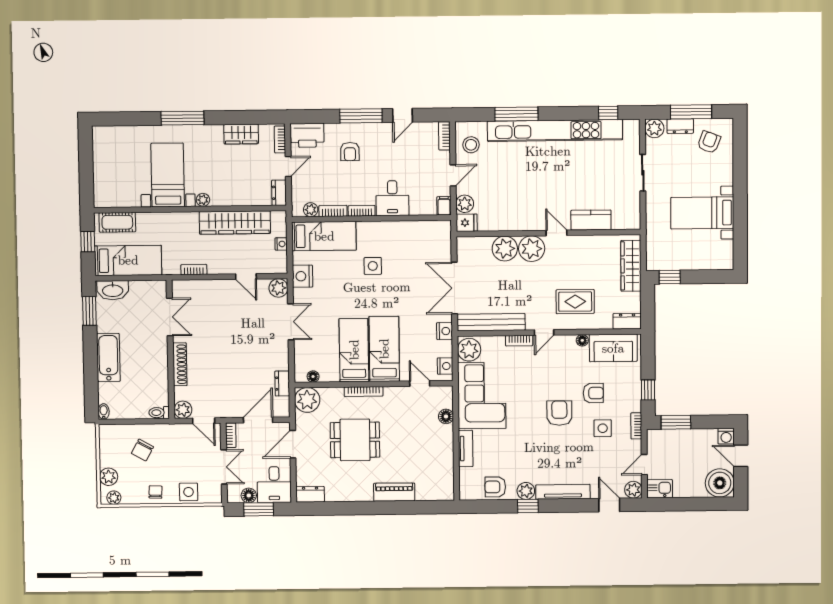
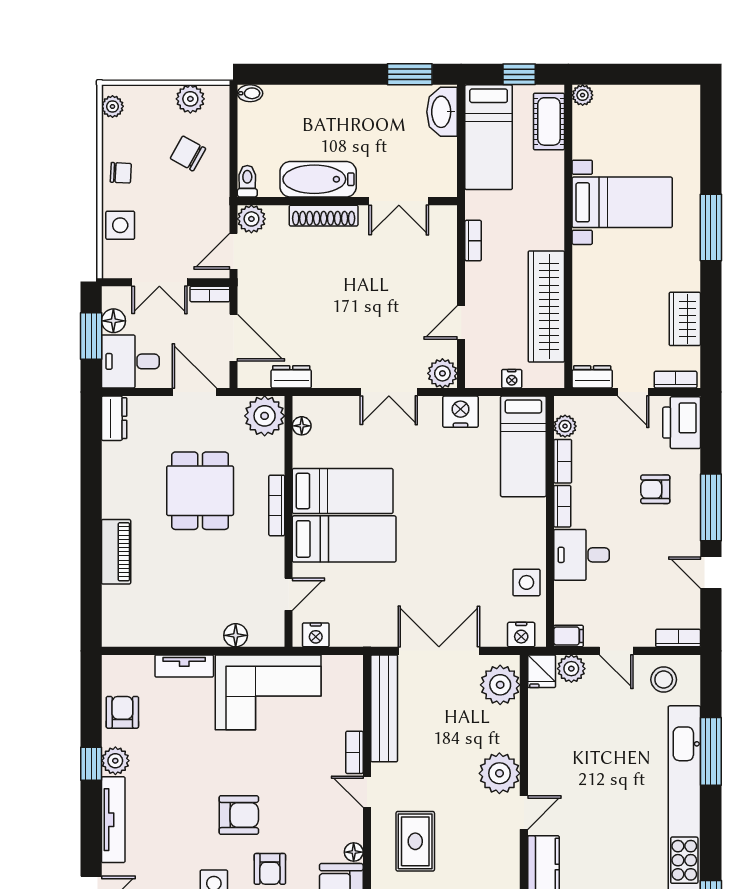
plant: (203, 200) -> (583, 95), moved
plant: (505, 249) -> (500, 685), moved
side table: (373, 266) -> (526, 582), moved
nightstand: (445, 331) -> (521, 635), moved
plant: (469, 350) -> (341, 673), removed
bathtub: (108, 358) -> (318, 179), moved, turned 180
plant: (109, 477) -> (190, 99), moved

